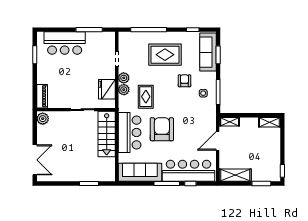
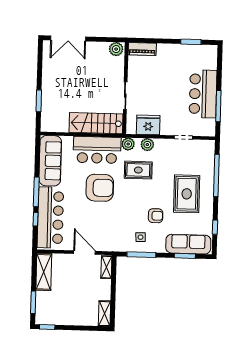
bar counter: (65, 43) -> (203, 94), moved
plant: (124, 78) -> (128, 144), moved

